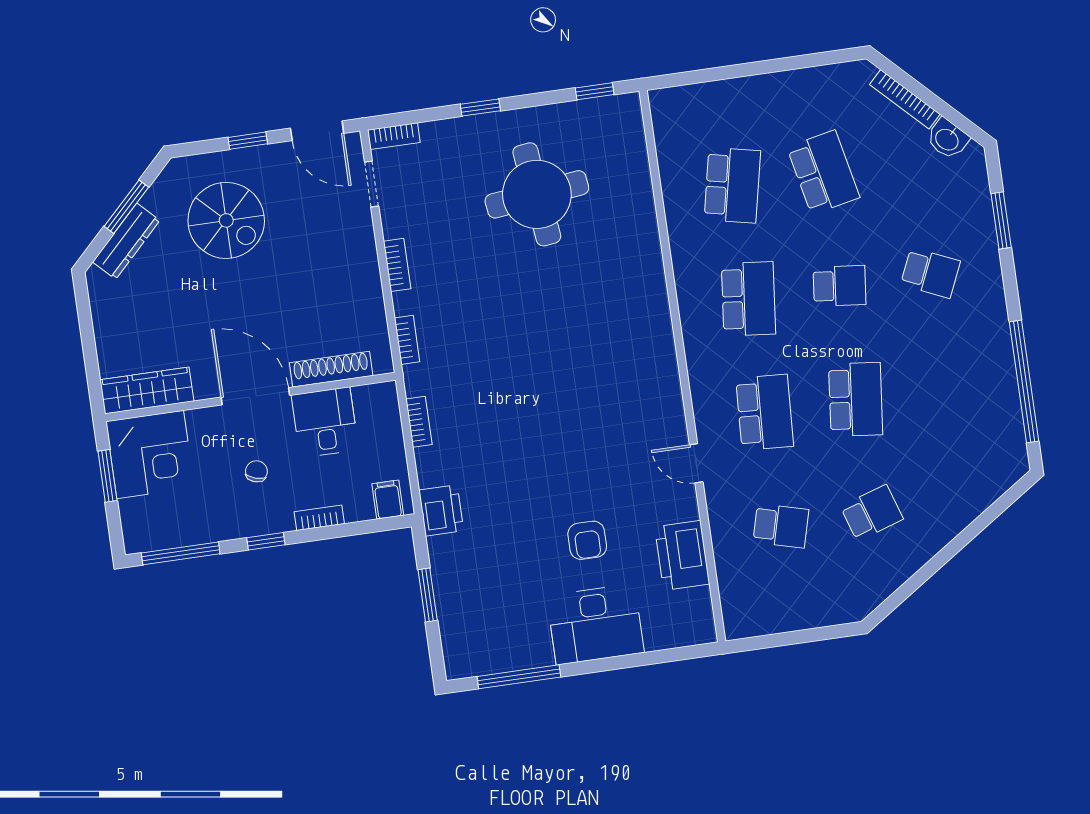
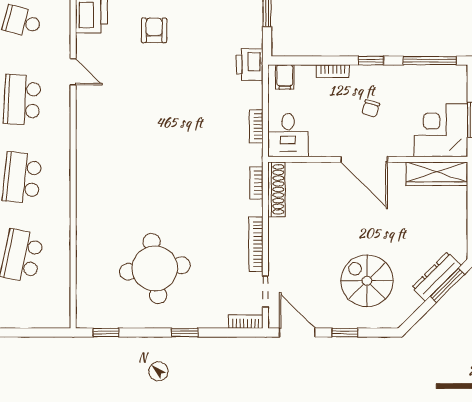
window: (126, 207) -> (447, 285), moved
bookcase: (397, 265) -> (256, 244), width x1.56
shoe rack: (331, 369) -> (276, 189), moved, turned -90
desk: (325, 422) -> (288, 135), moved

